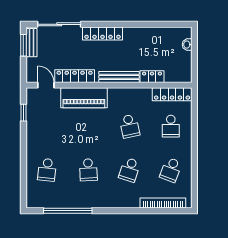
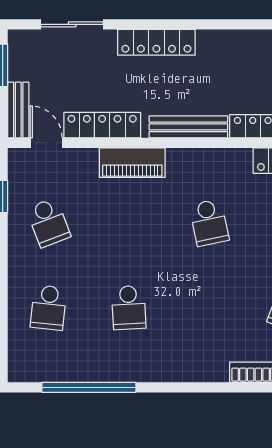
sliding door: (59, 24) -> (72, 24), width x0.73
bench: (31, 43) -> (18, 110), moved
piano: (84, 98) -> (132, 163), width x0.73, depth x0.75
school desk: (130, 170) -> (48, 223), moved, turned -39

